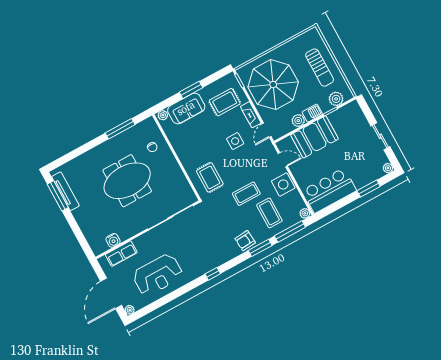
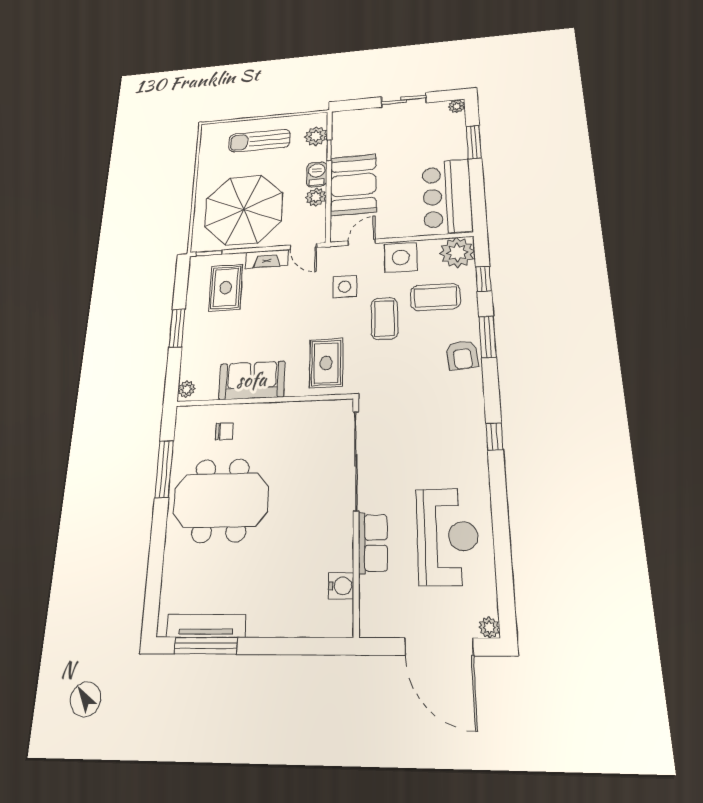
sun lounger: (320, 68) -> (259, 141), turned 180
sofa: (186, 108) -> (252, 380), moved, turned -90
side table: (235, 141) -> (345, 287), moved
rug: (210, 177) -> (326, 363), turned 90
meeting table: (127, 181) -> (221, 500), moved, turned 90
plant: (305, 213) -> (457, 252), width x1.88, depth x1.88
window: (290, 232) -> (483, 279), width x0.46
row of seats: (121, 254) -> (373, 543), moved

